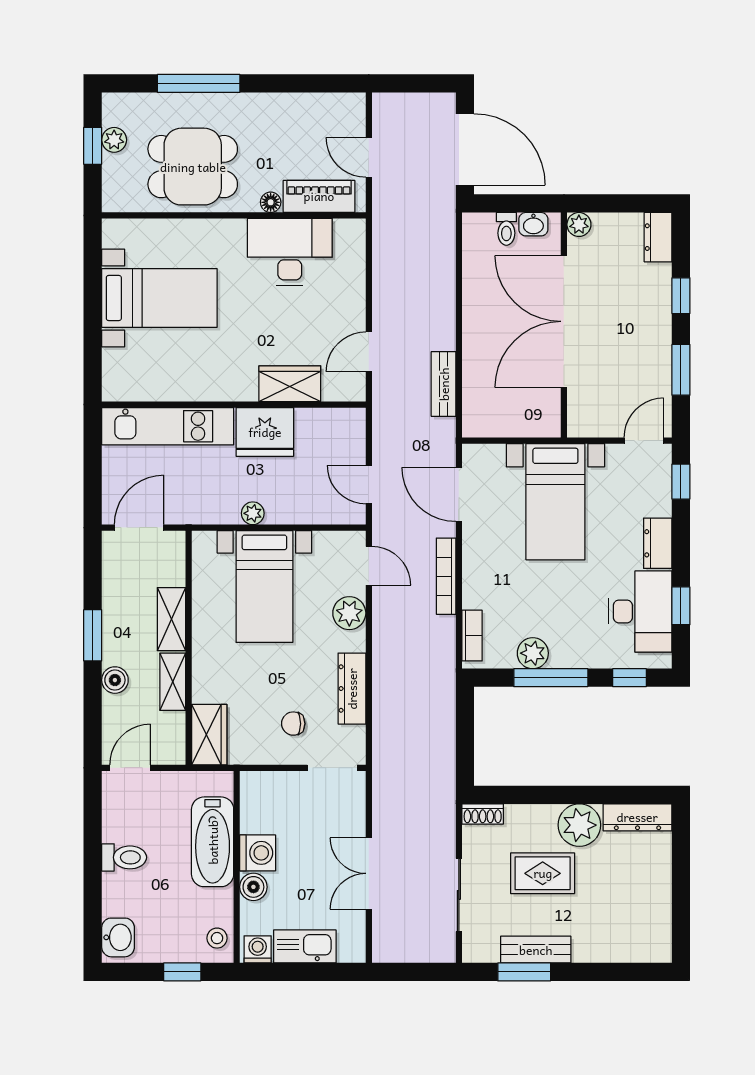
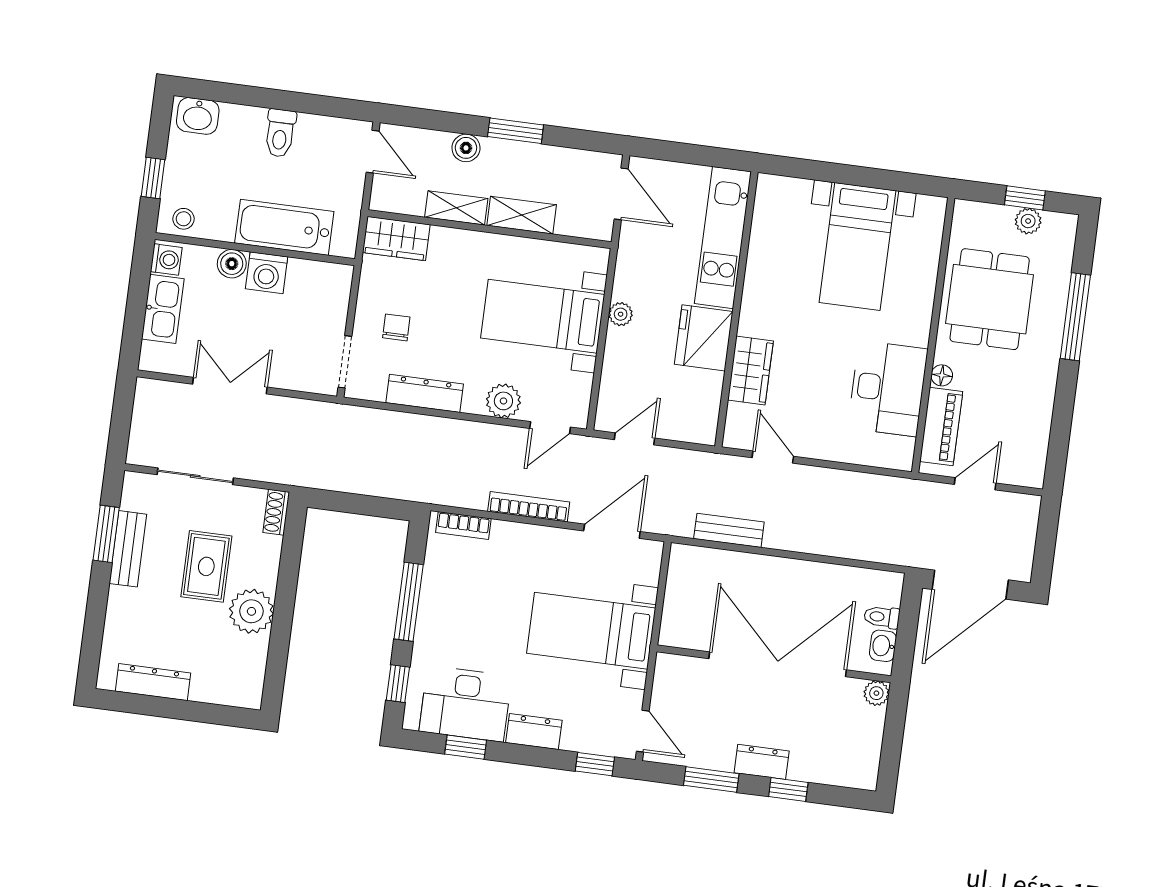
dresser: (658, 237) -> (762, 762), moved
plant: (533, 653) -> (437, 586), removed
dresser: (637, 817) -> (153, 682), moved, turned 90

